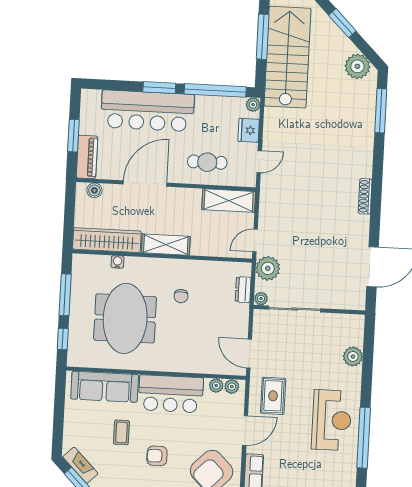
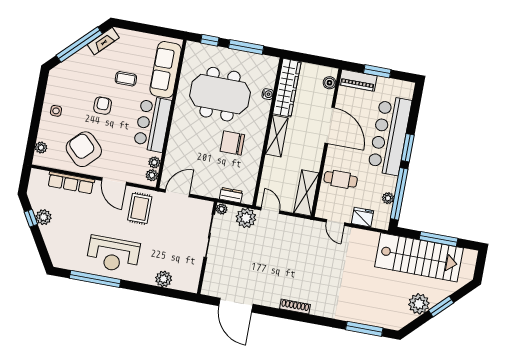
plant: (357, 66) -> (419, 304), moved
plant: (253, 105) -> (388, 198), moved
cafe table: (207, 162) -> (341, 179), turned 90
chair: (181, 296) -> (232, 143), width x1.87, depth x1.87
rug: (273, 396) -> (140, 208), turned 90

